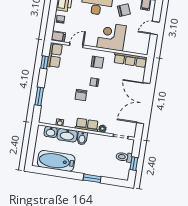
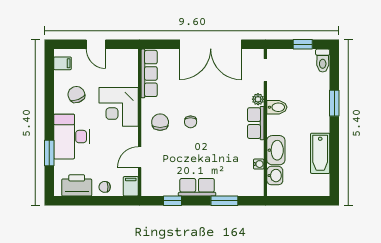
door: (76, 45) -> (140, 157), hinge flipped
row of seats: (55, 55) -> (197, 187), moved
chair: (81, 95) -> (213, 139), removed
bidet: (82, 138) -> (277, 107), moved
toilet: (124, 157) -> (323, 61), moved
bathtub: (56, 161) -> (320, 153), width x0.73, depth x0.73

